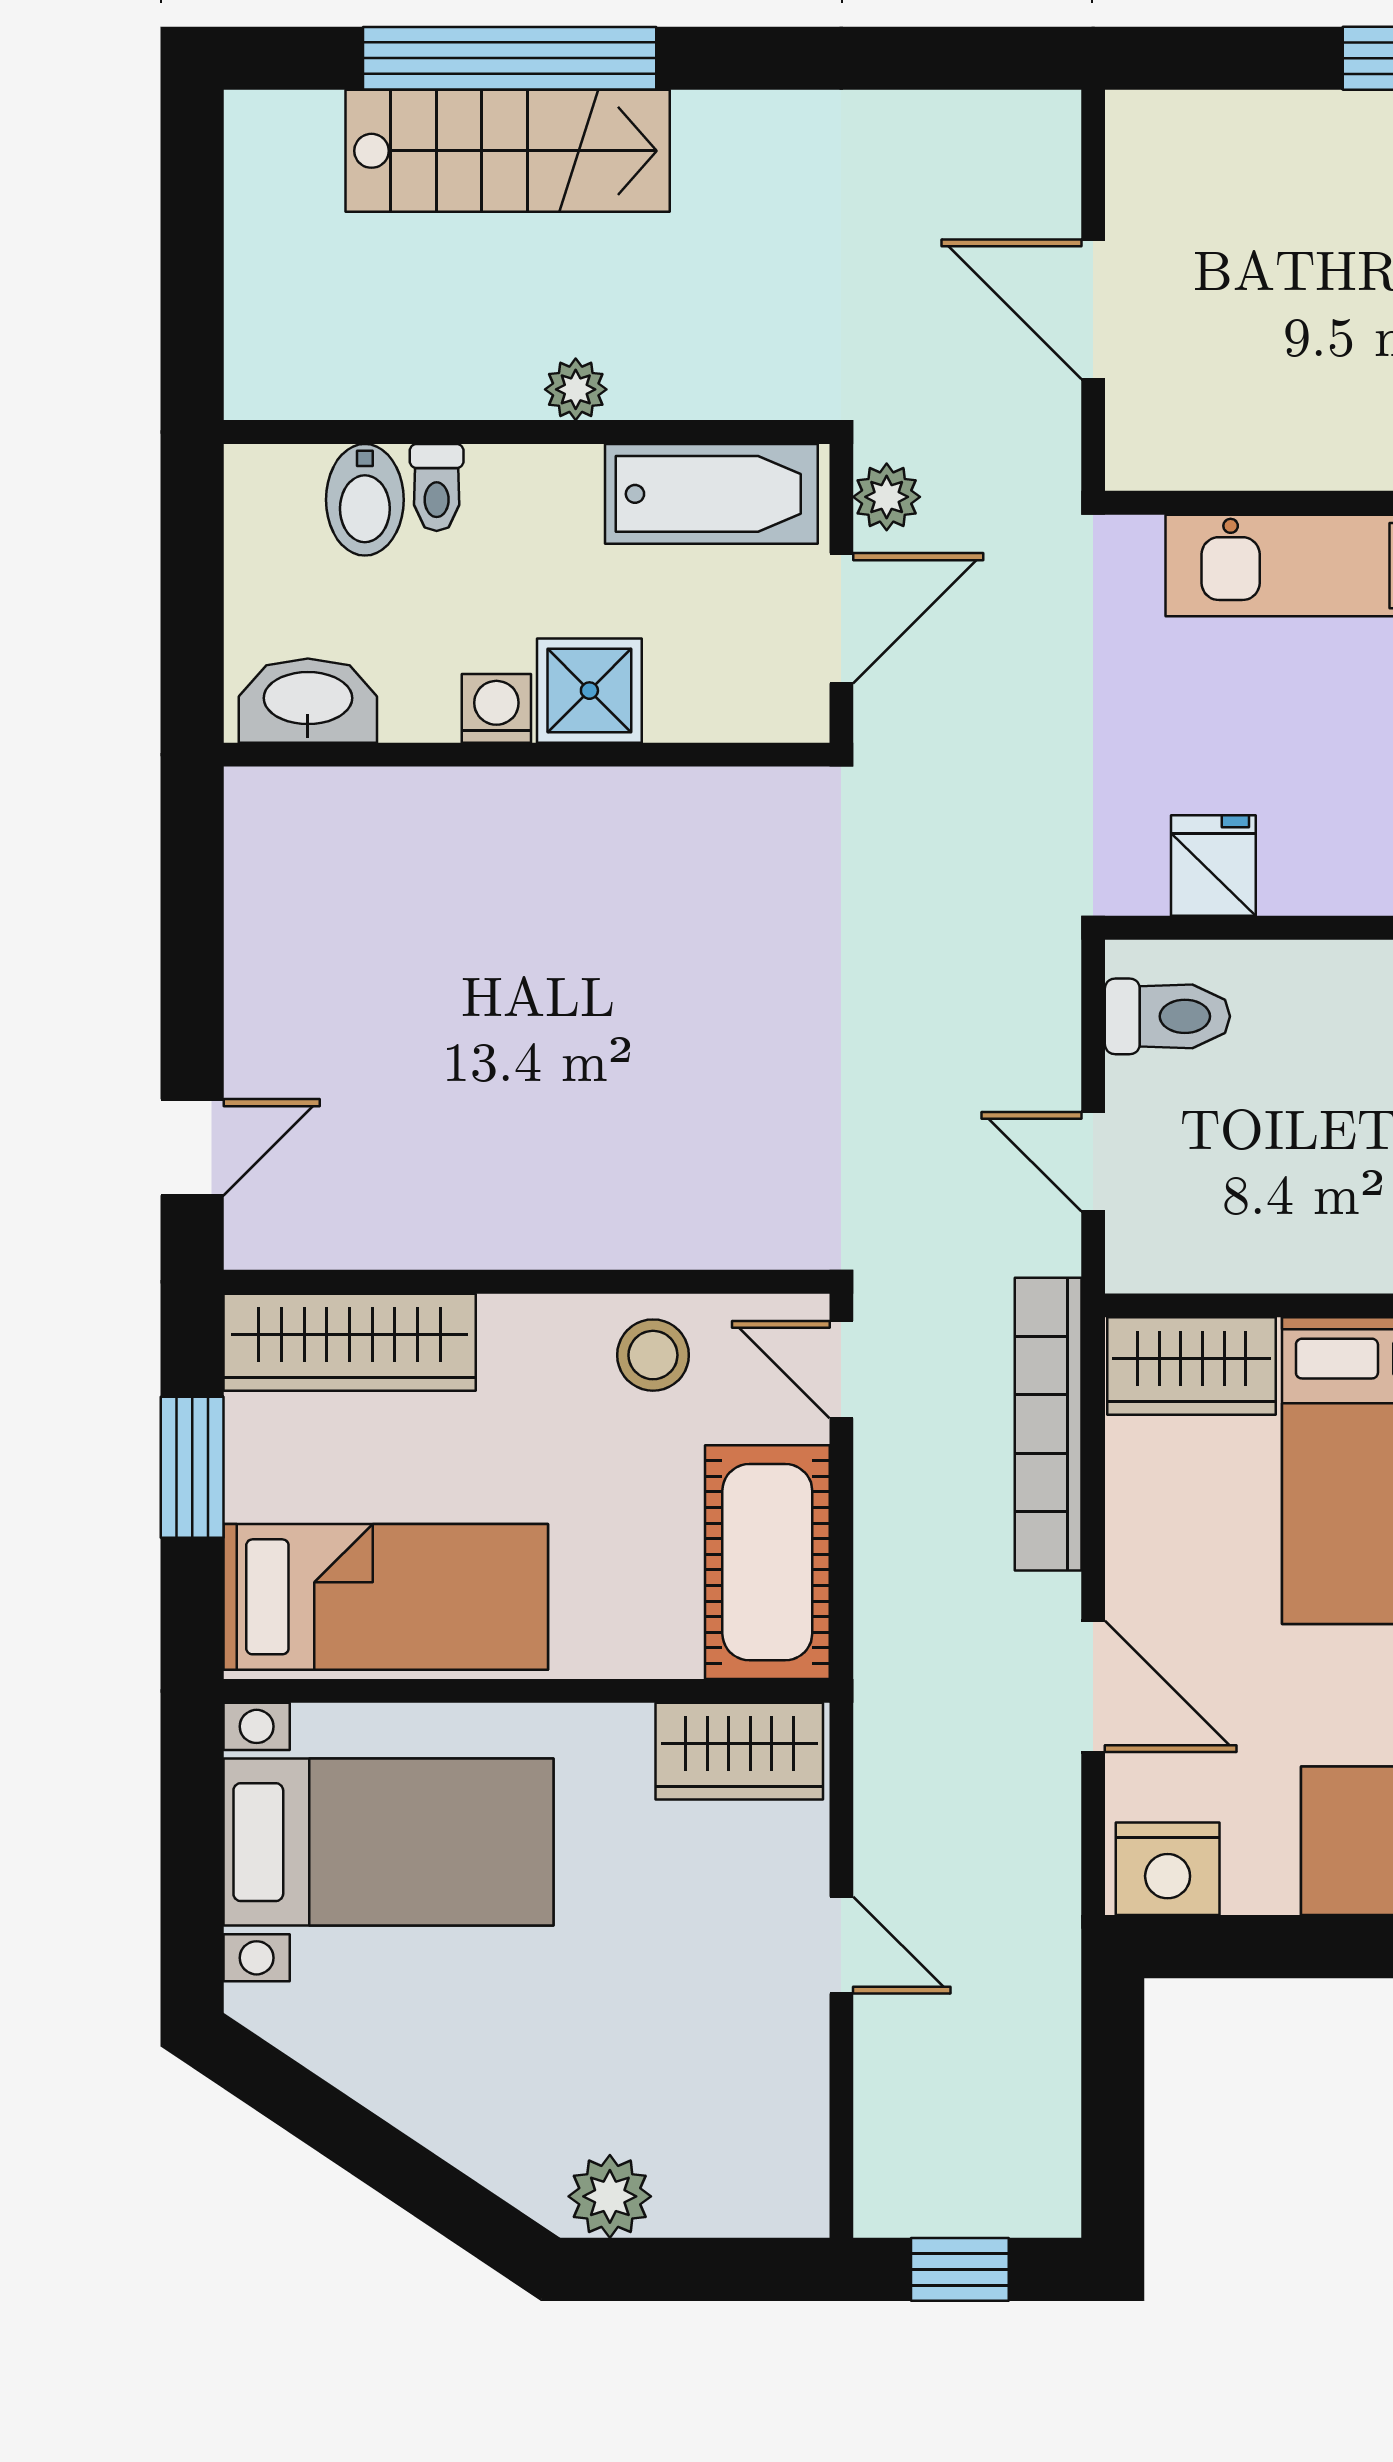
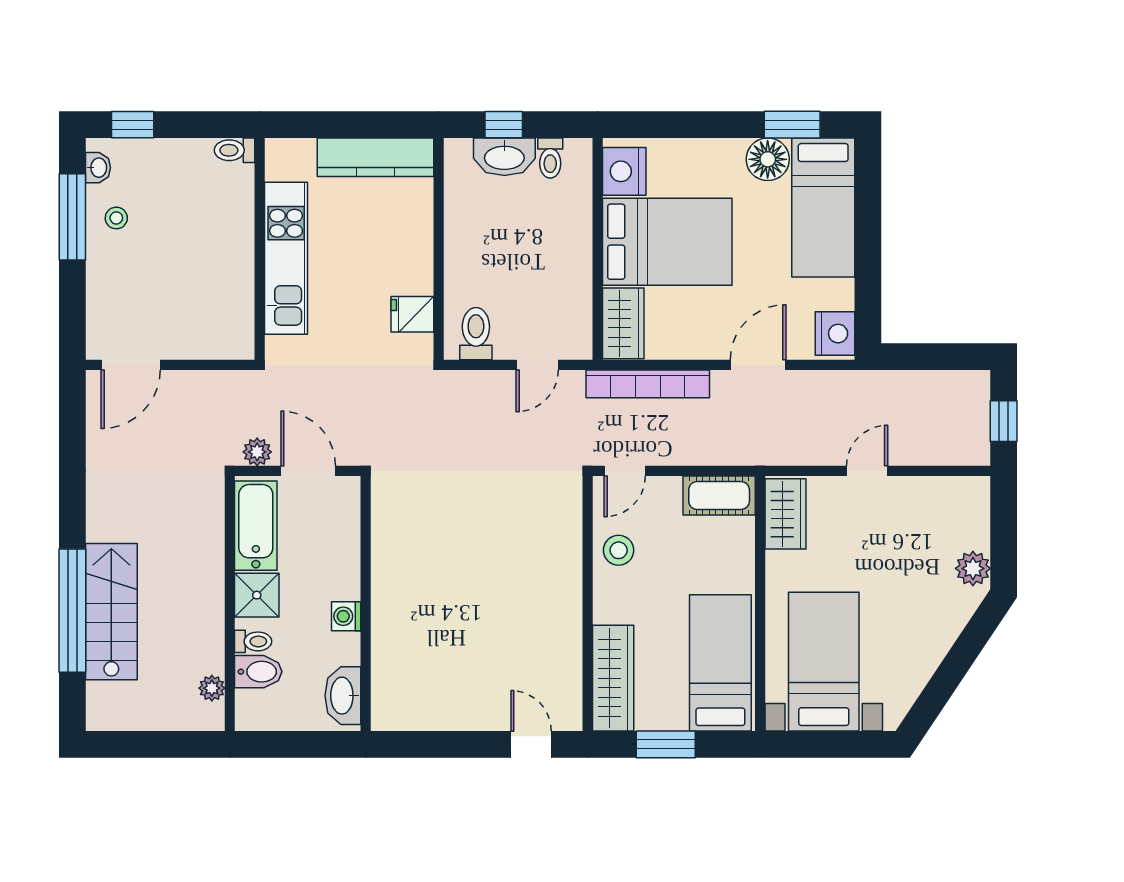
door: (1093, 309) -> (131, 365), moved
plant: (576, 389) -> (212, 688), moved
shower: (589, 691) -> (257, 595), moved
cot: (767, 1562) -> (719, 496), width x0.73, depth x0.75

